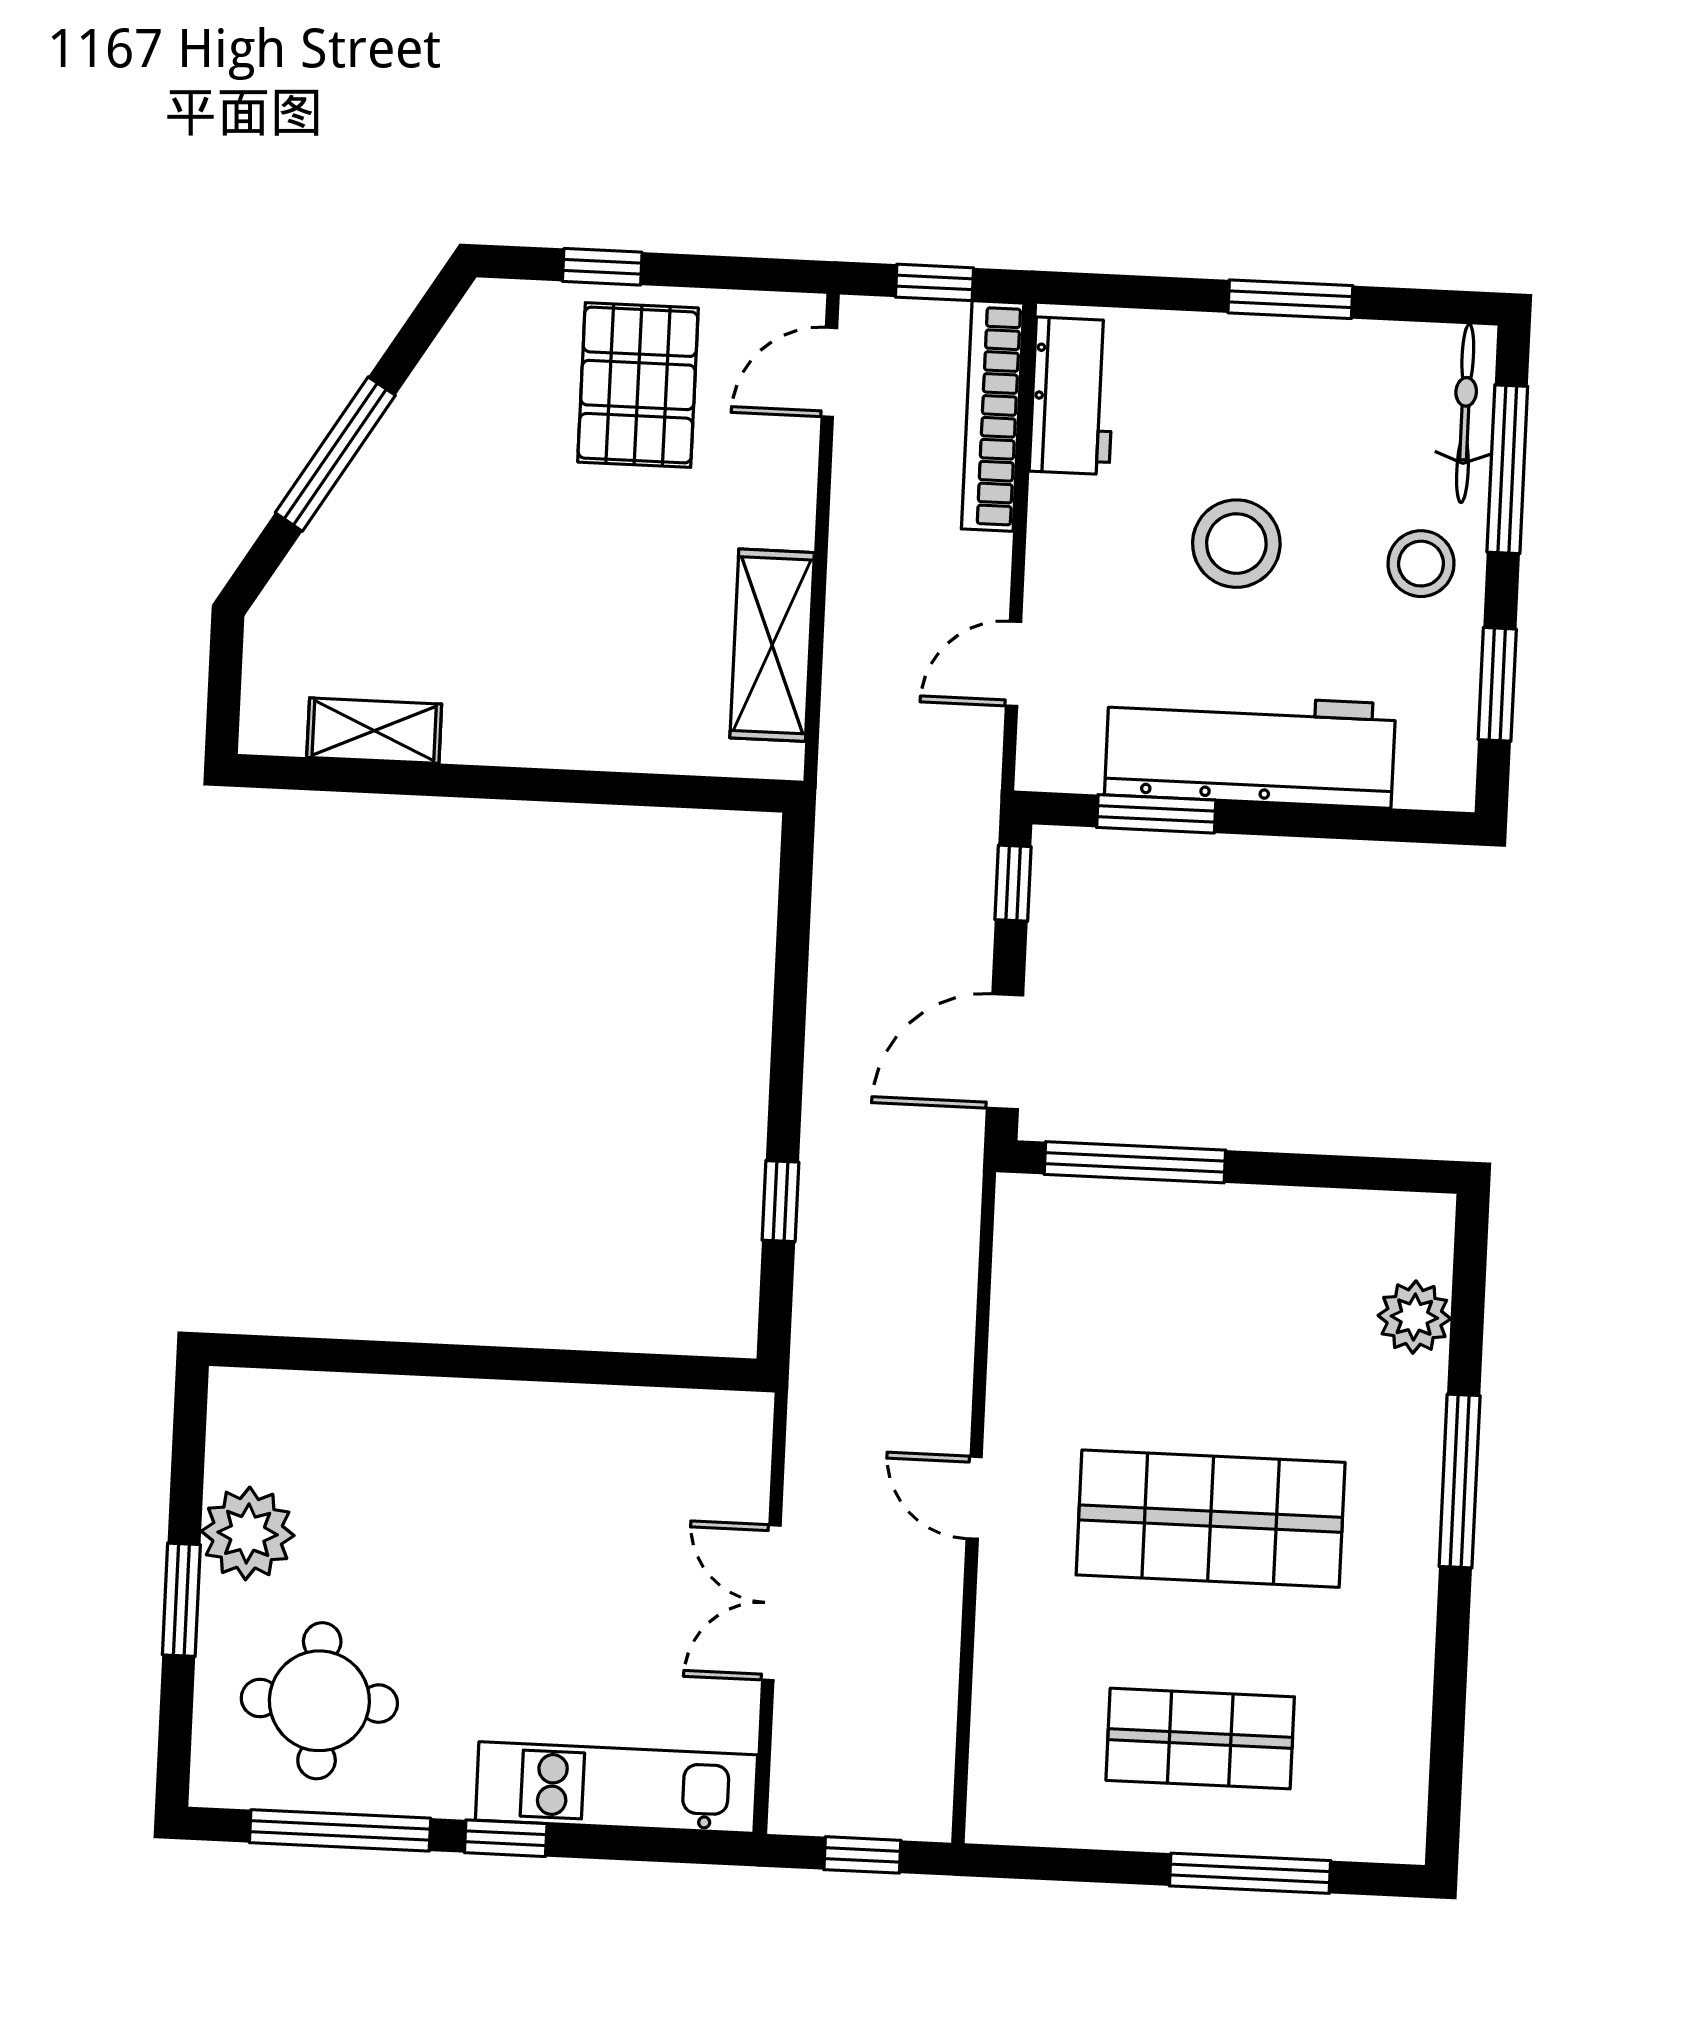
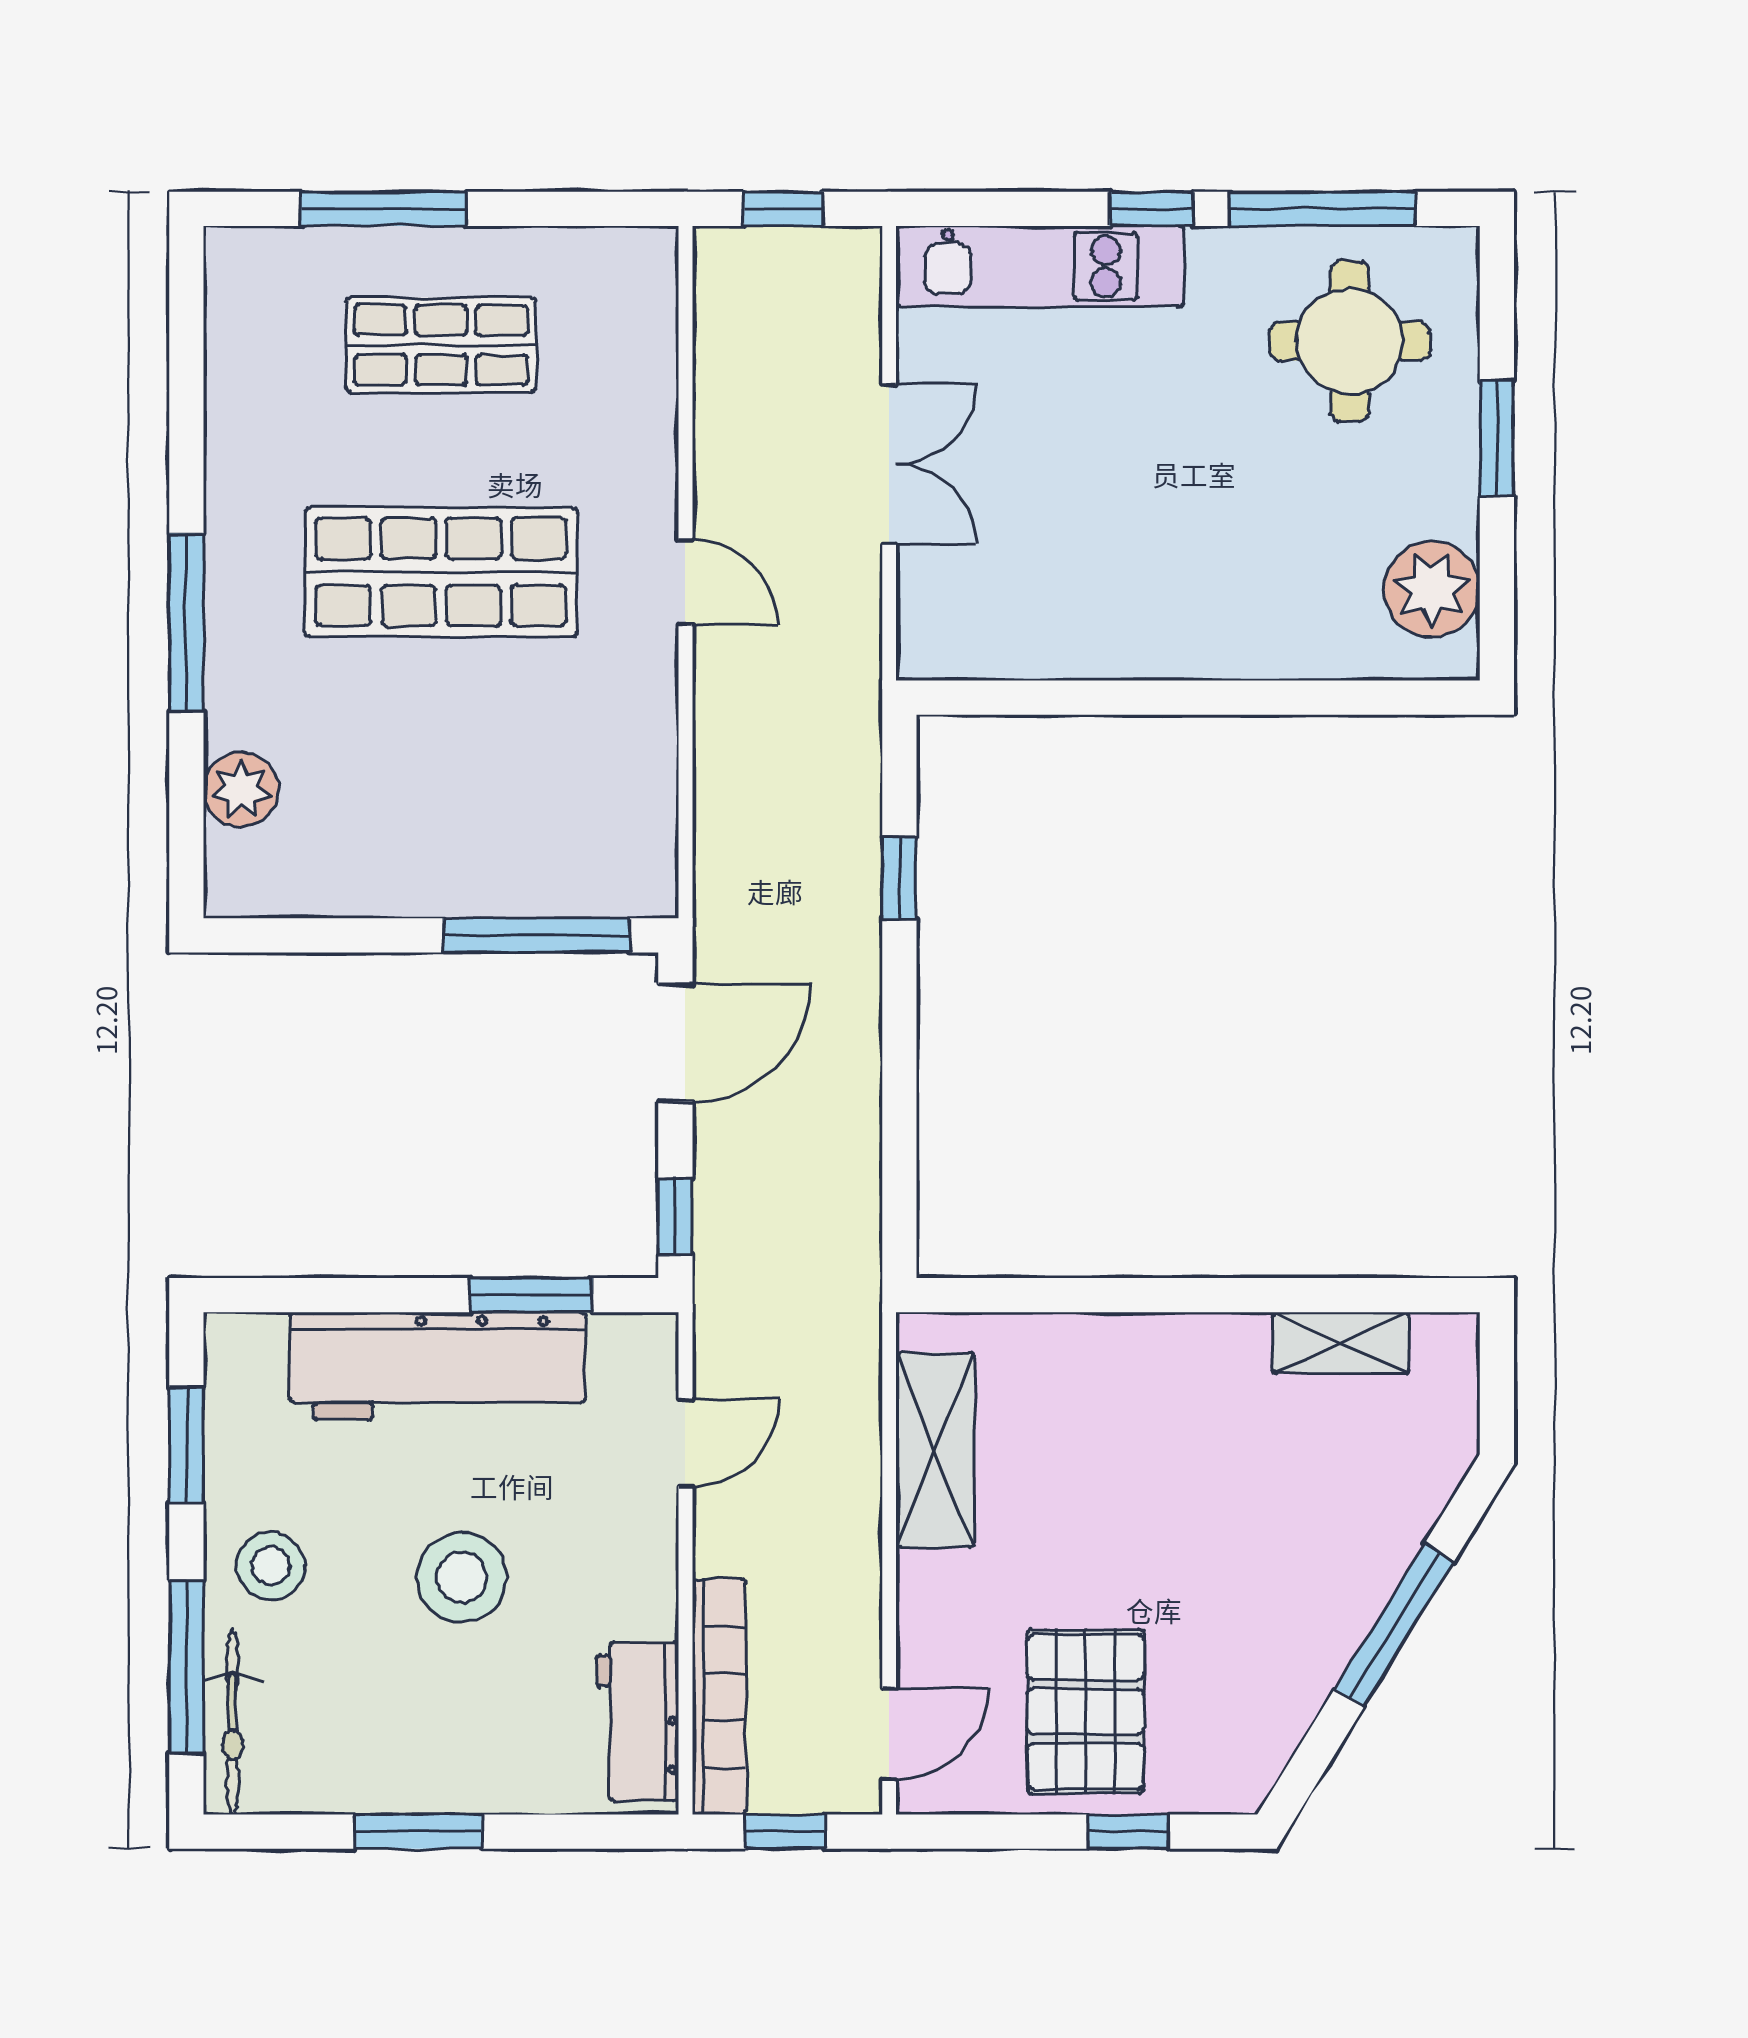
plant: (248, 1533) -> (1432, 589), moved

